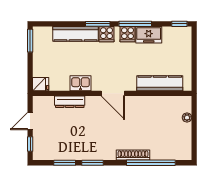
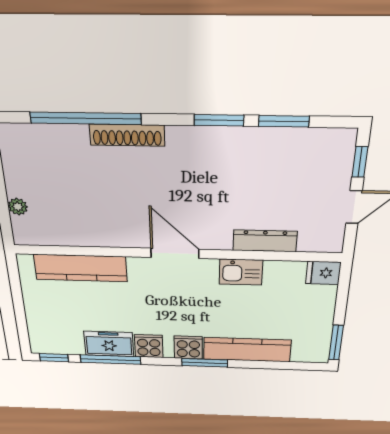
window: (135, 24) -> (110, 360), moved

